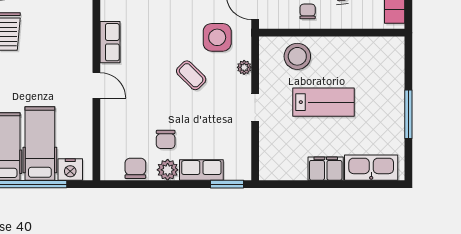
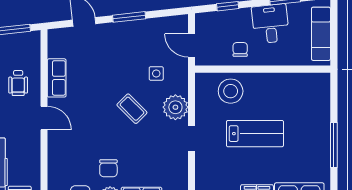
side table: (217, 37) -> (156, 73), width x0.54, depth x0.54
wheelchair: (68, 48) -> (18, 83), added
plant: (244, 67) -> (175, 107), width x1.88, depth x1.88

